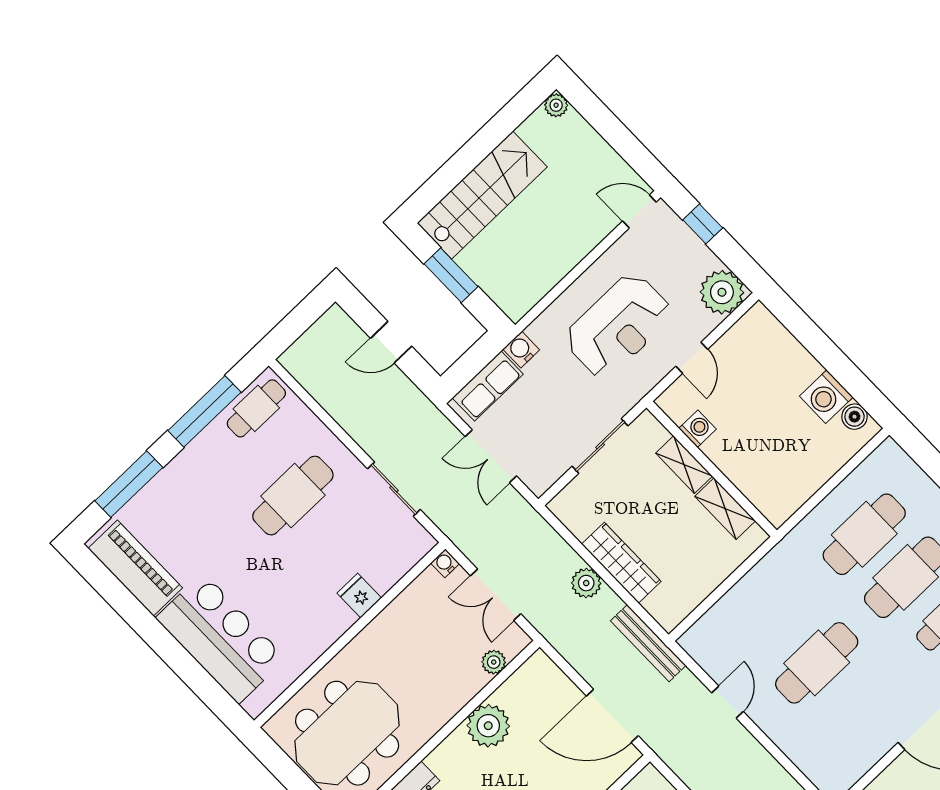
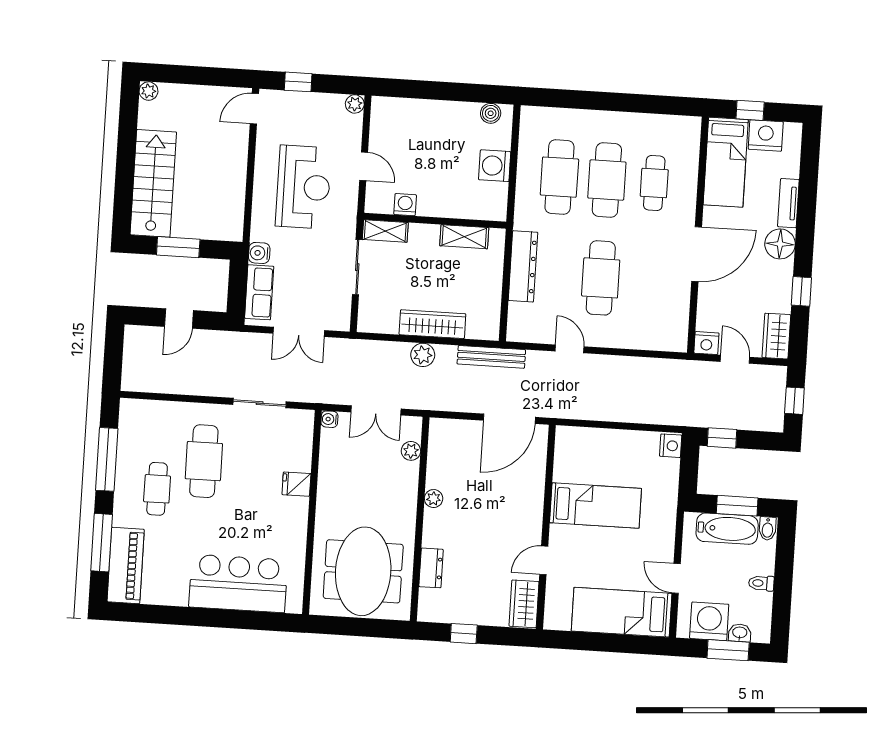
plant: (722, 292) -> (355, 104), width x0.53, depth x0.53
washing machine: (826, 397) -> (495, 166), moved, turned 90
cafe table: (256, 408) -> (157, 489), moved
shelving: (684, 465) -> (385, 231), moved
piano: (135, 568) -> (126, 566), moved, turned 90
dresser: (754, 586) -> (523, 266), added
plant: (488, 726) -> (434, 499), width x0.53, depth x0.53

